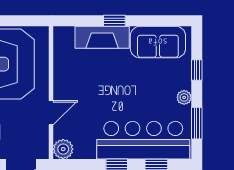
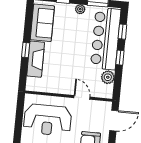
plant: (63, 149) -> (108, 77), moved

